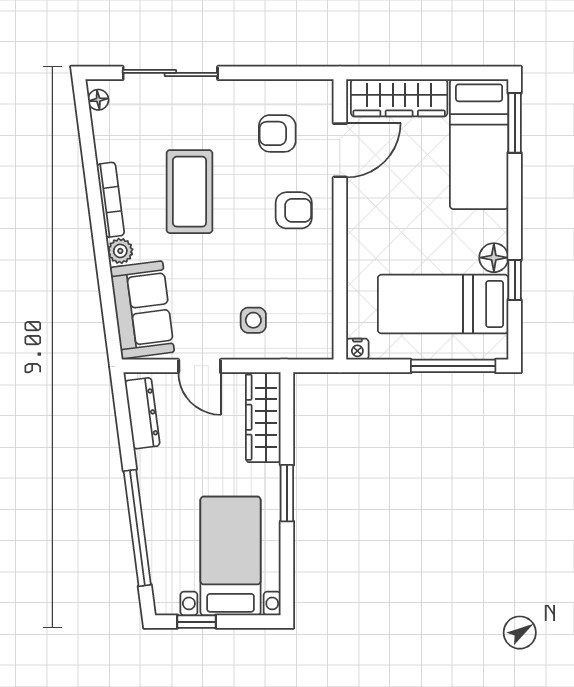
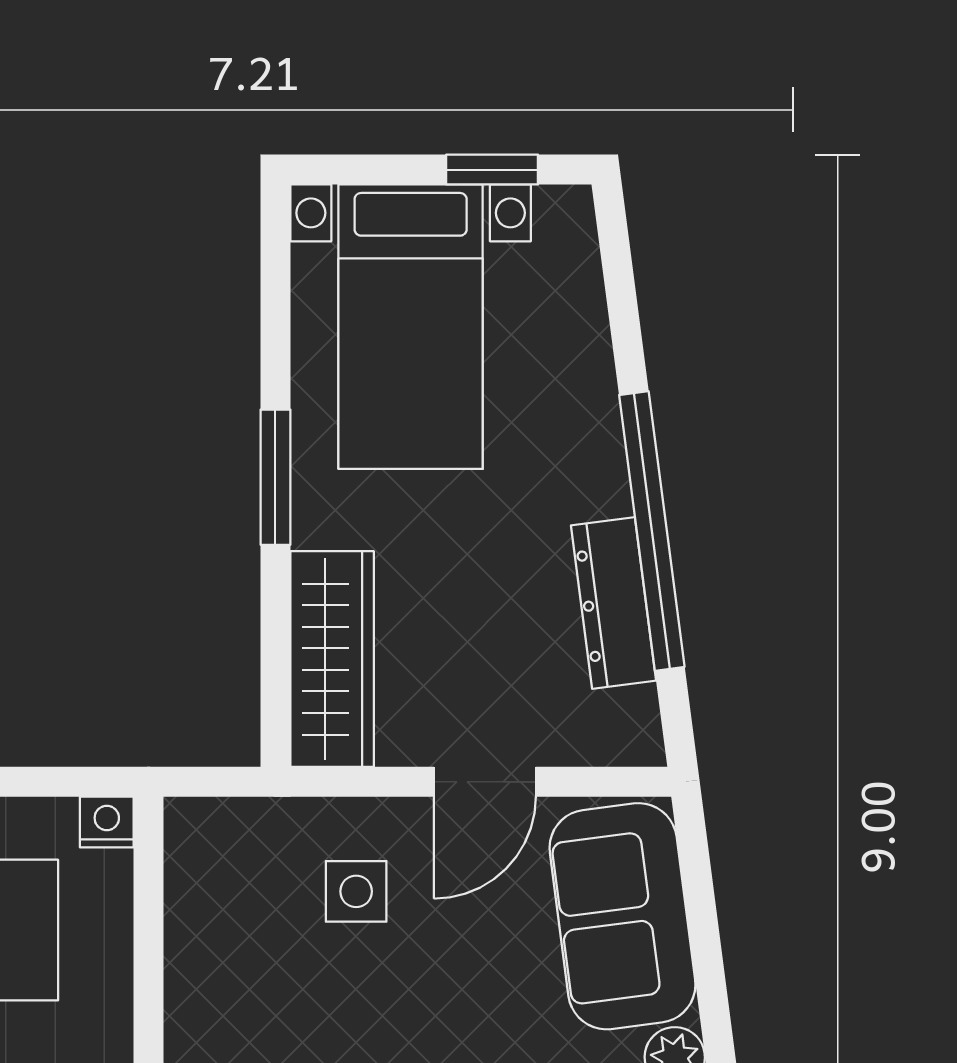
door: (200, 366) -> (485, 782), swing flipped
dresser: (142, 413) -> (614, 603), moved
window: (137, 528) -> (652, 531), moved

